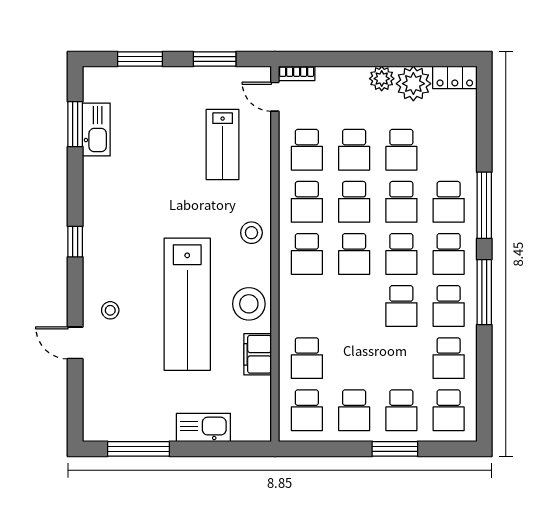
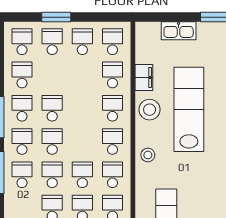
school desk: (354, 254) -> (112, 108), moved

